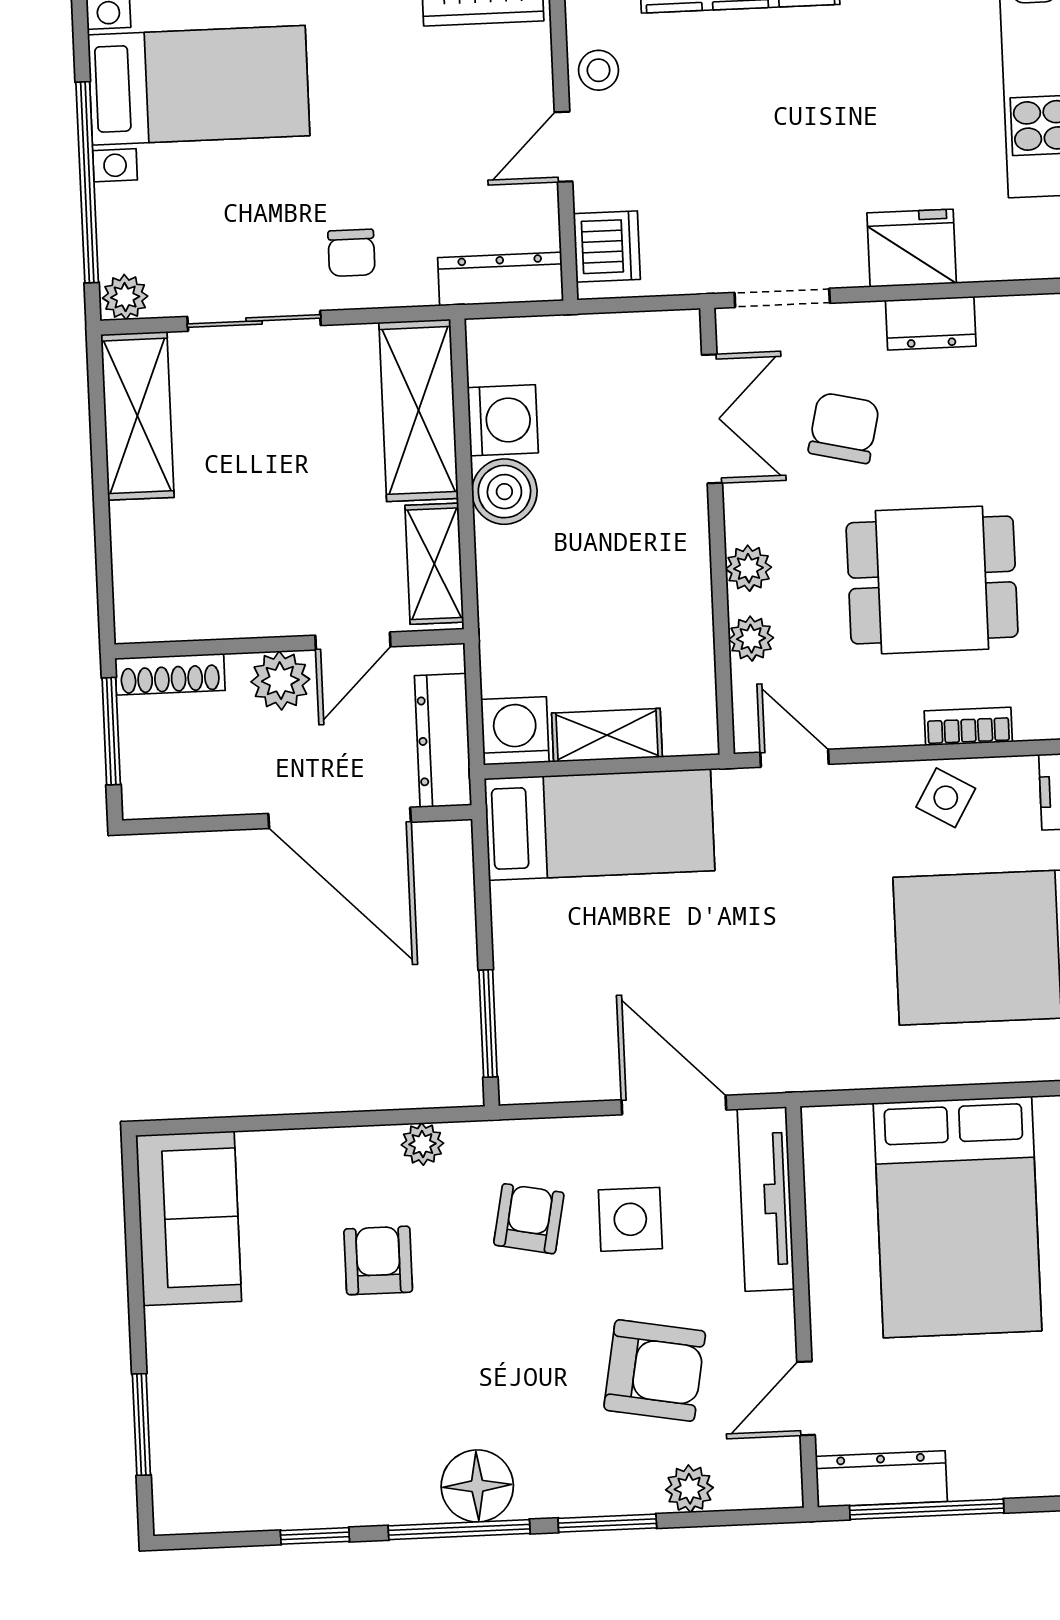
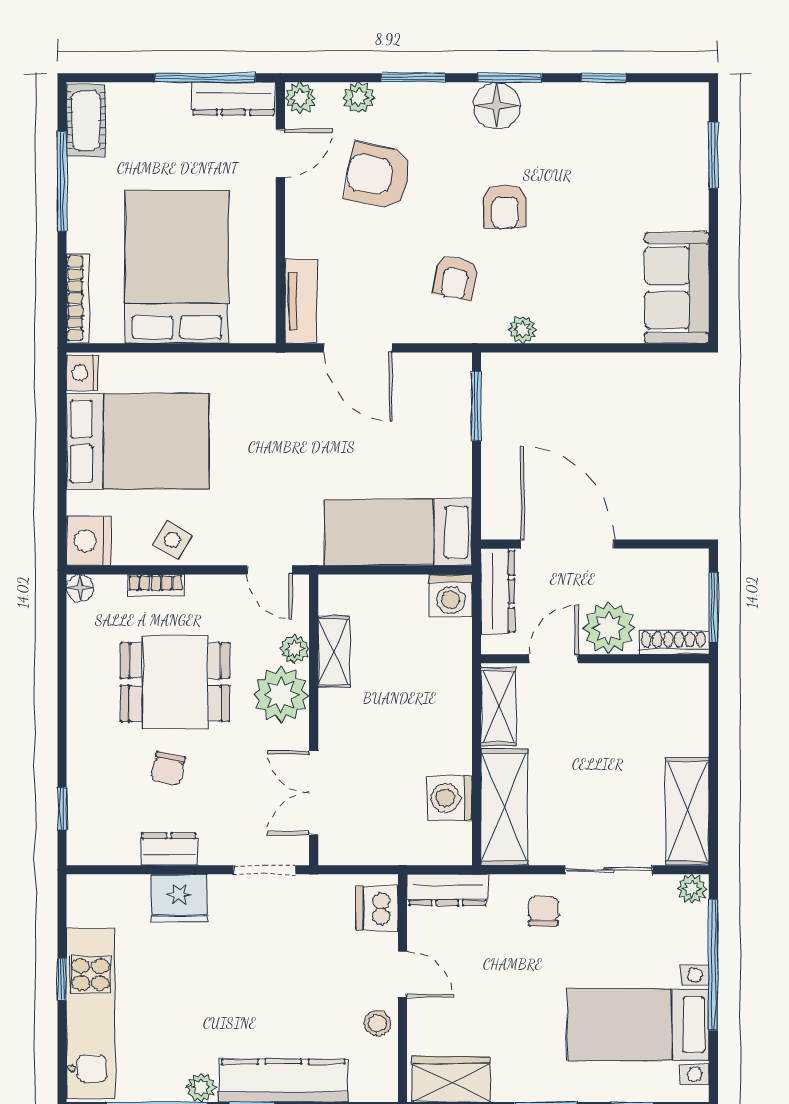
door: (564, 147) -> (402, 974), hinge flipped
chair: (844, 428) -> (168, 768), moved, width x0.73, depth x0.73
boiler: (504, 492) -> (451, 752), removed
plant: (749, 568) -> (281, 695), width x1.88, depth x1.88
plant: (280, 681) -> (609, 628), width x1.36, depth x1.36
shelving: (607, 735) -> (334, 652), moved, turned 90
tv unit: (766, 1199) -> (301, 301), width x0.71
side table: (630, 1219) -> (390, 275), removed
armchair: (378, 1260) -> (505, 206), moved
plant: (779, 1485) -> (300, 98), added
window: (459, 1530) -> (510, 78), width x0.69

